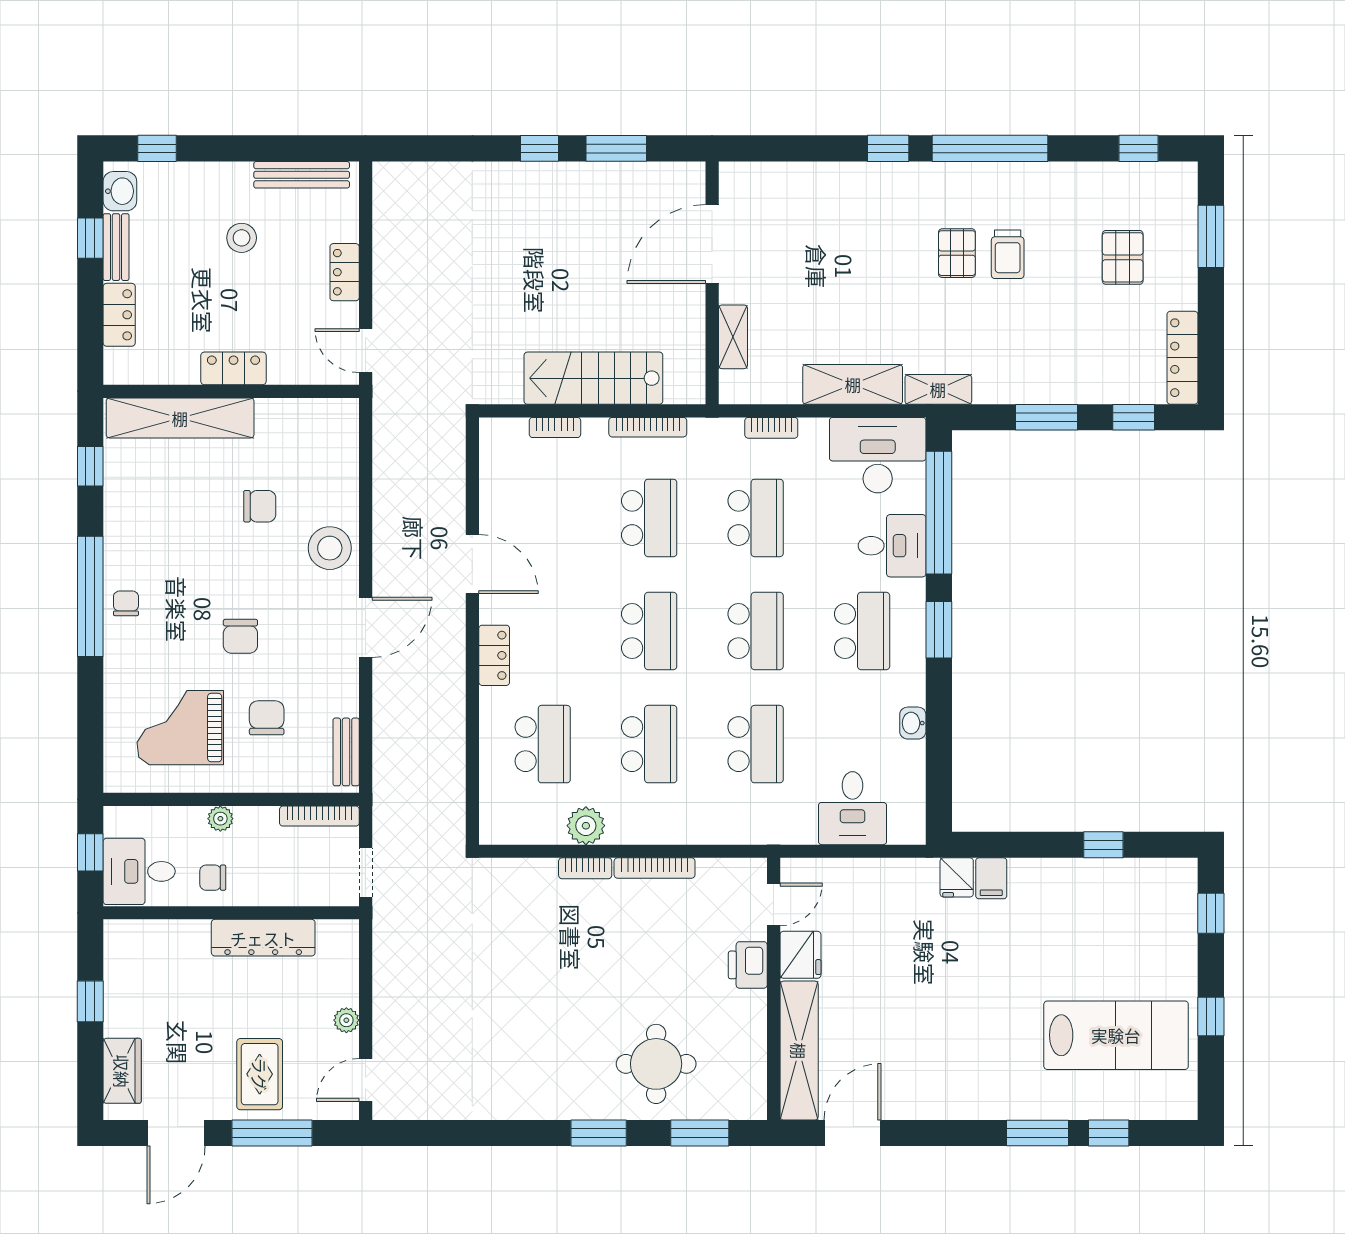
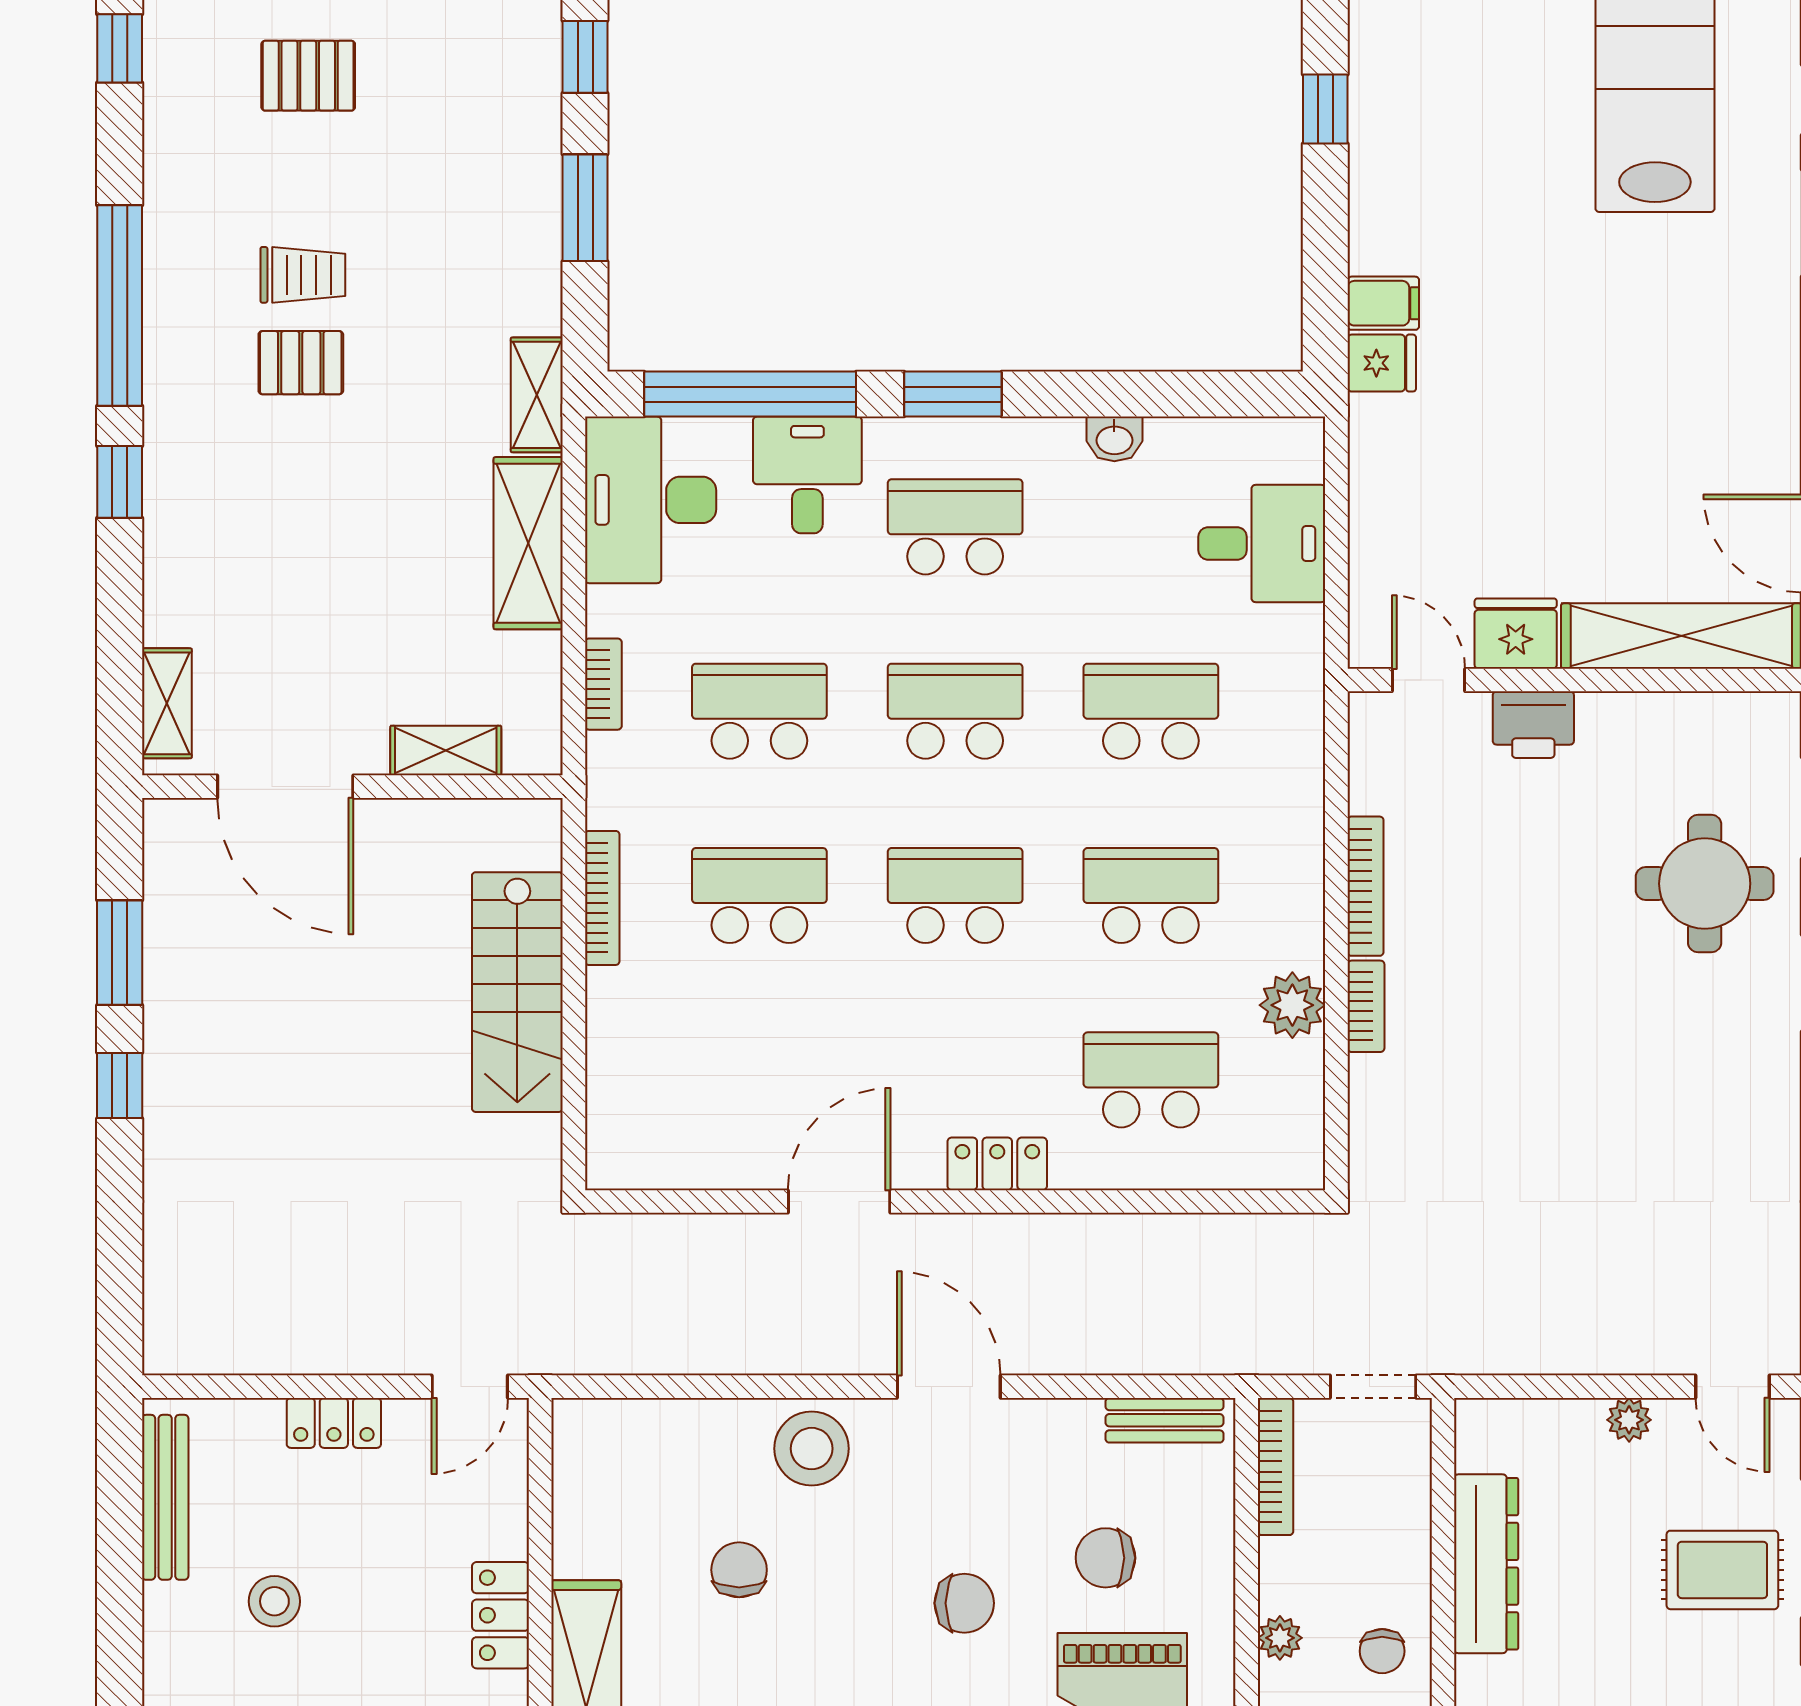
shelving: (760, 176) -> (167, 703), added
bookcase: (555, 427) -> (603, 1059), removed

